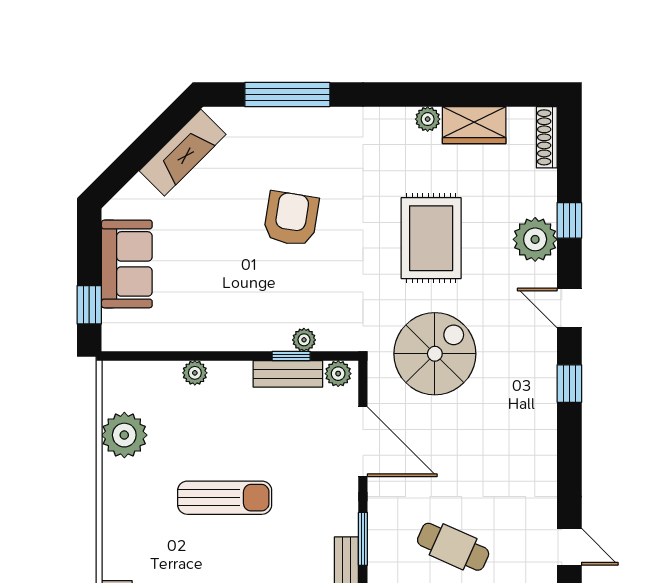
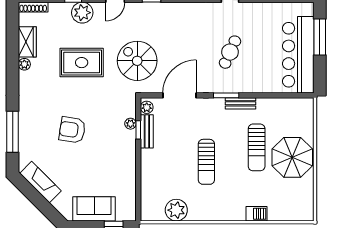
plant: (195, 373) -> (146, 176), removed
sun lounger: (225, 498) -> (206, 162), turned 180

